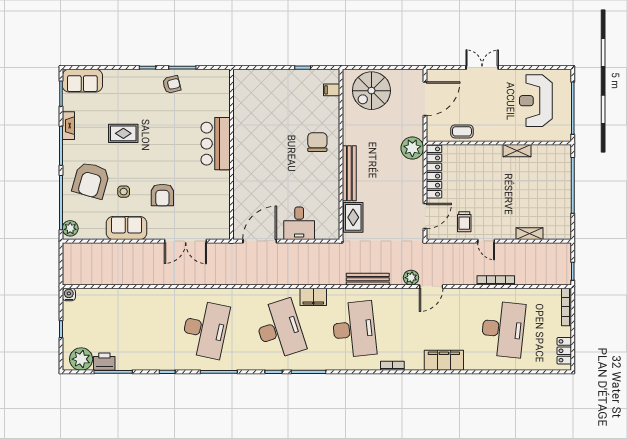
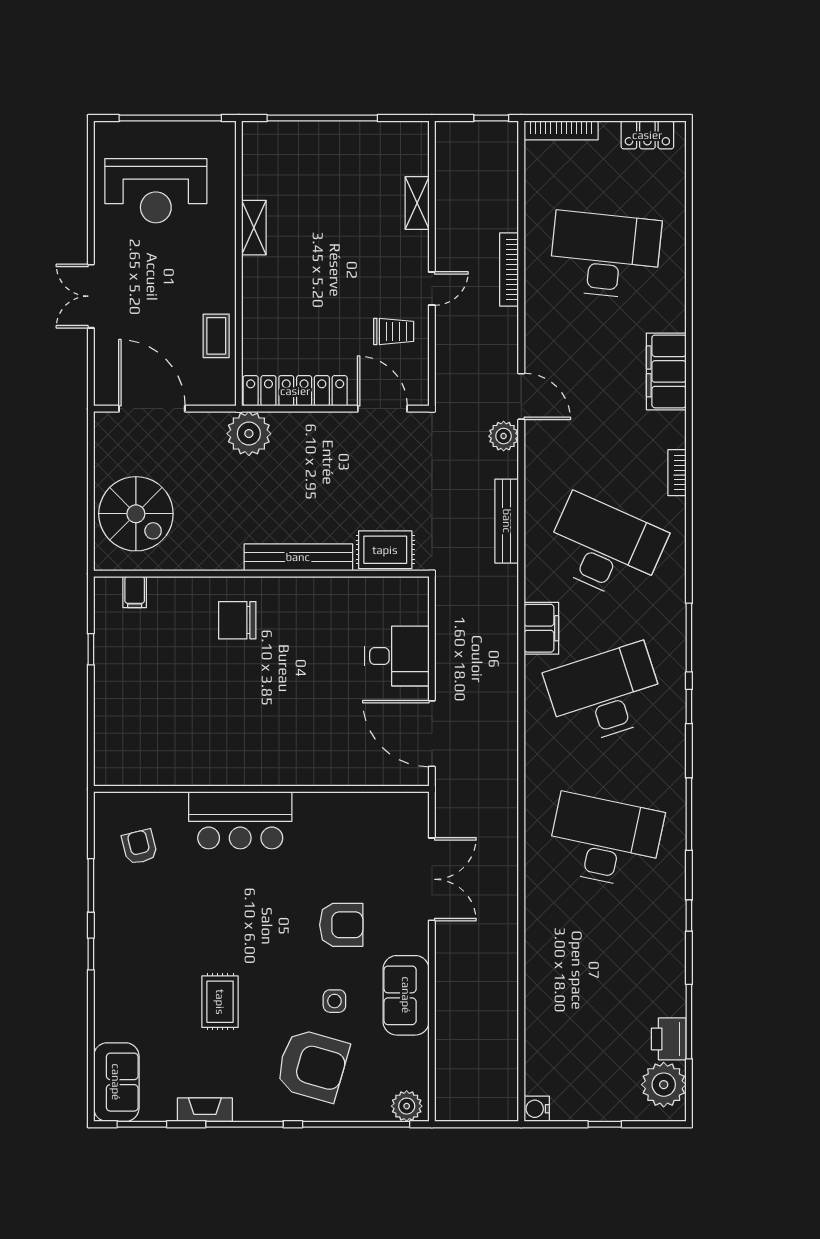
armchair: (172, 84) -> (139, 847), moved
desk: (354, 329) -> (605, 548), turned 30

